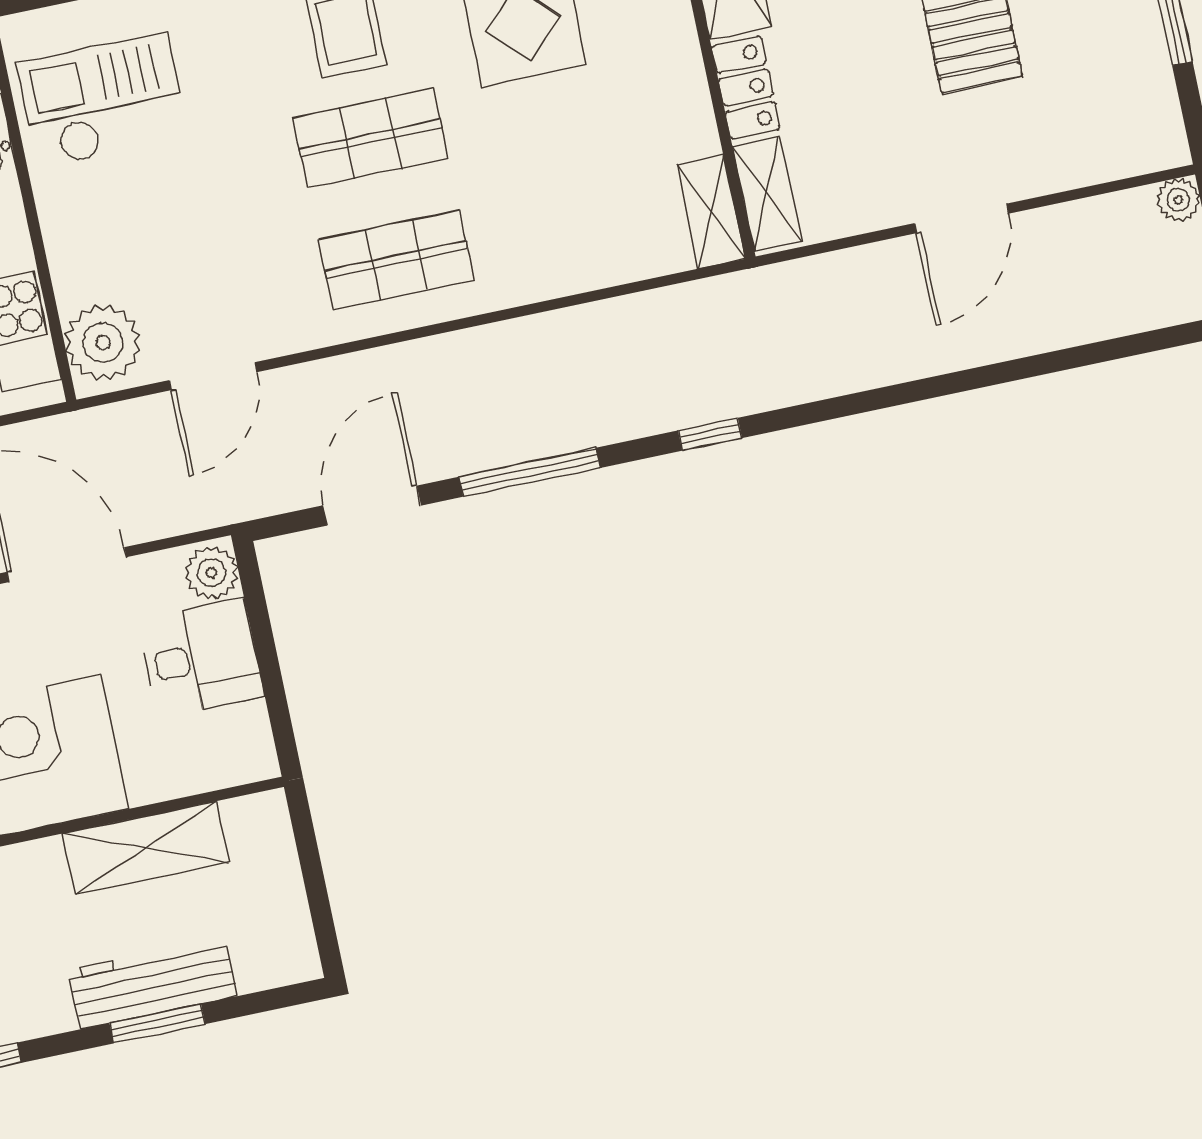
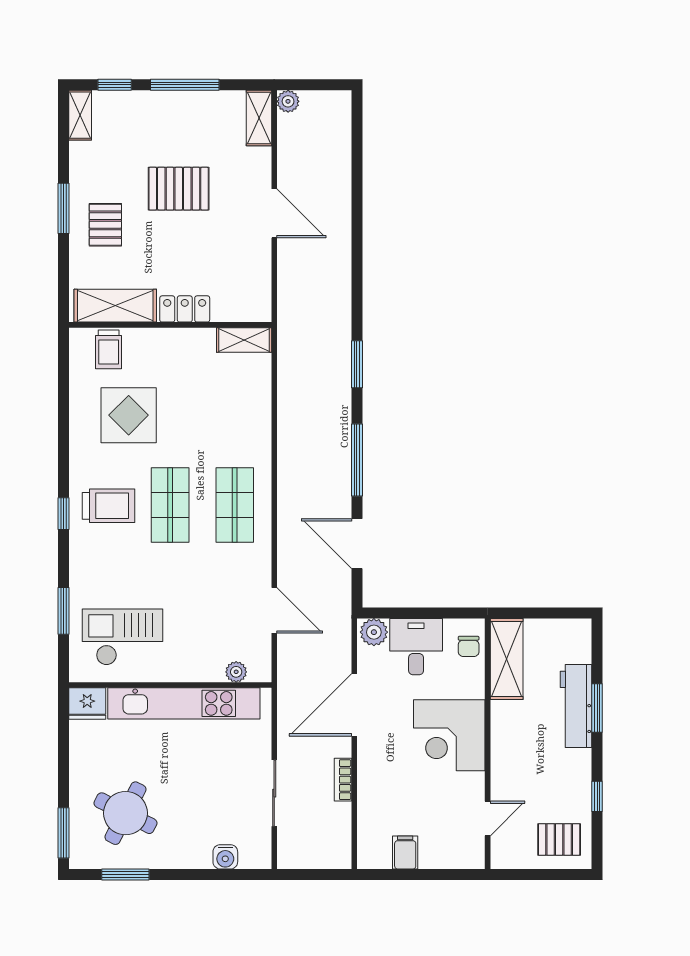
checkout: (102, 101) -> (122, 637), turned 90
shelving: (767, 194) -> (259, 118), moved, turned 90
plant: (103, 342) -> (236, 672), width x0.53, depth x0.53
window: (710, 434) -> (357, 364), width x1.50
chair: (222, 757) -> (469, 646), added
shelving: (146, 848) -> (507, 659), moved

